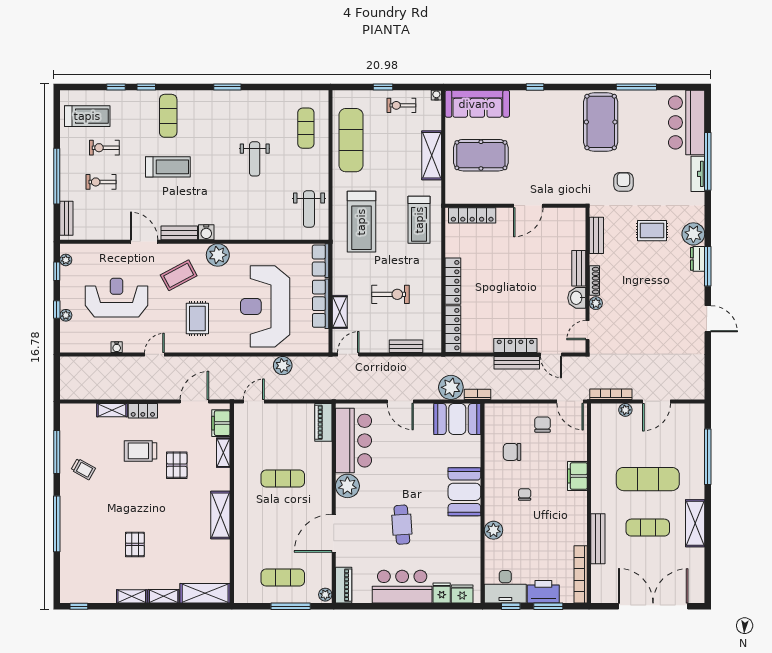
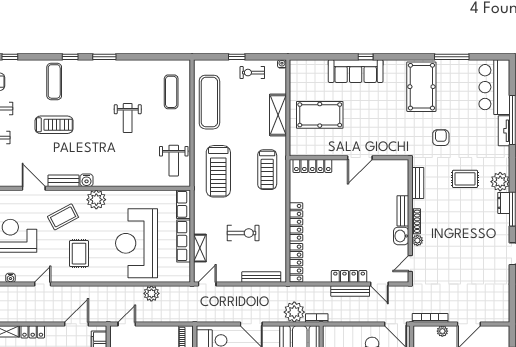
window: (146, 87) -> (70, 57), moved
sofa: (477, 104) -> (356, 71), moved
bench: (406, 346) -> (261, 277), width x1.36

